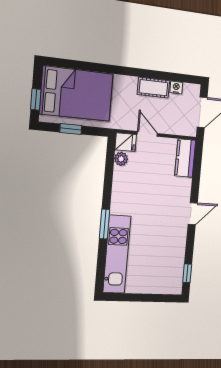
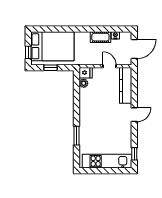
door: (147, 134) -> (110, 66), moved
kitchen counter: (185, 158) -> (126, 85), width x1.50
window: (105, 224) -> (77, 136), moved
kitchen unit: (117, 254) -> (107, 161), moved, turned -90

